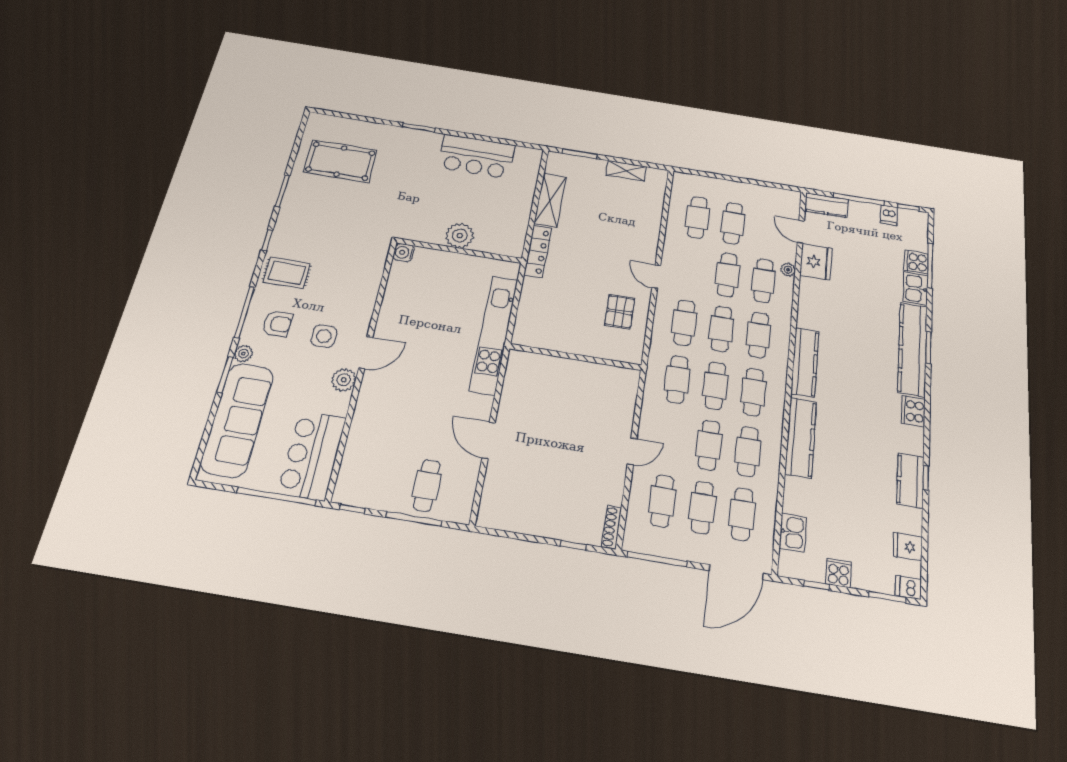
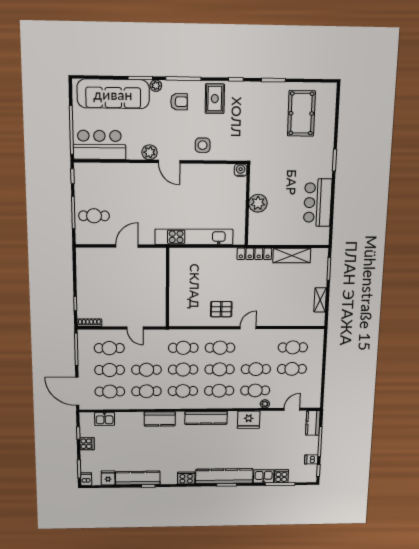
fridge: (816, 262) -> (249, 420), moved
armchair: (277, 324) -> (179, 102), turned -90
side table: (324, 336) -> (203, 145), moved
wall: (575, 357) -> (167, 288), moved
kitchen counter: (801, 438) -> (160, 419), width x0.67
kitchen counter: (910, 481) -> (138, 478), width x1.50

